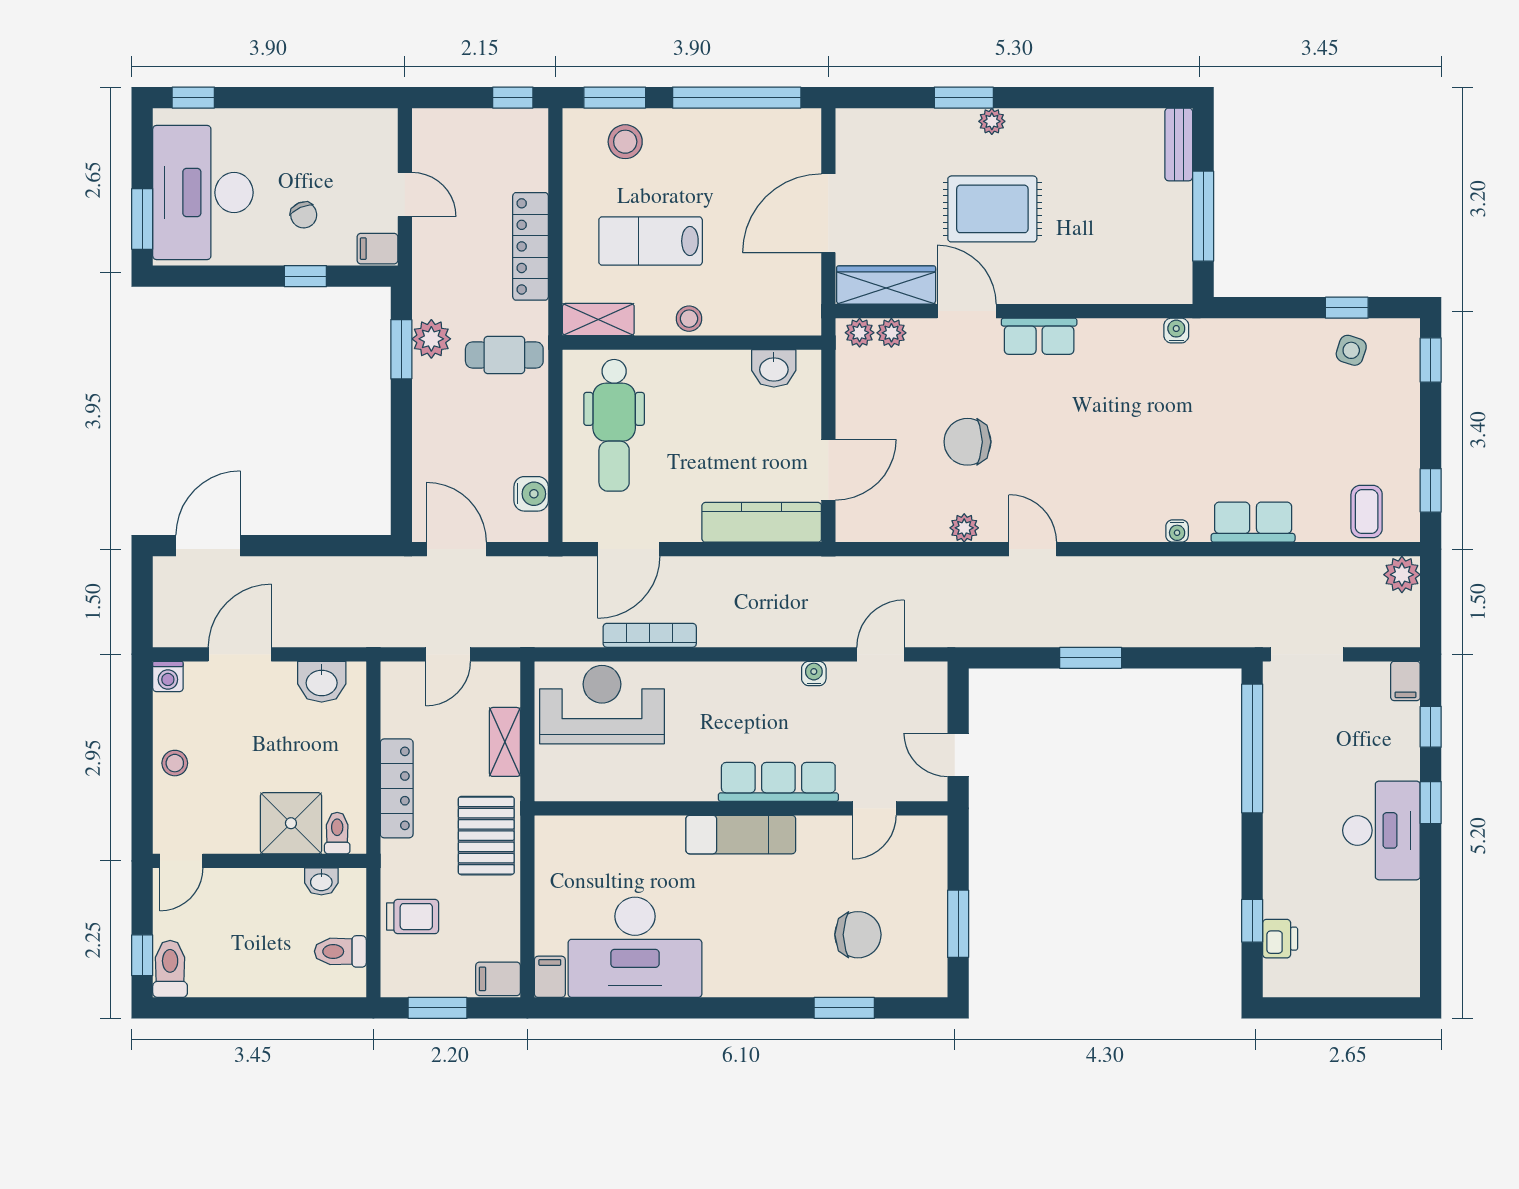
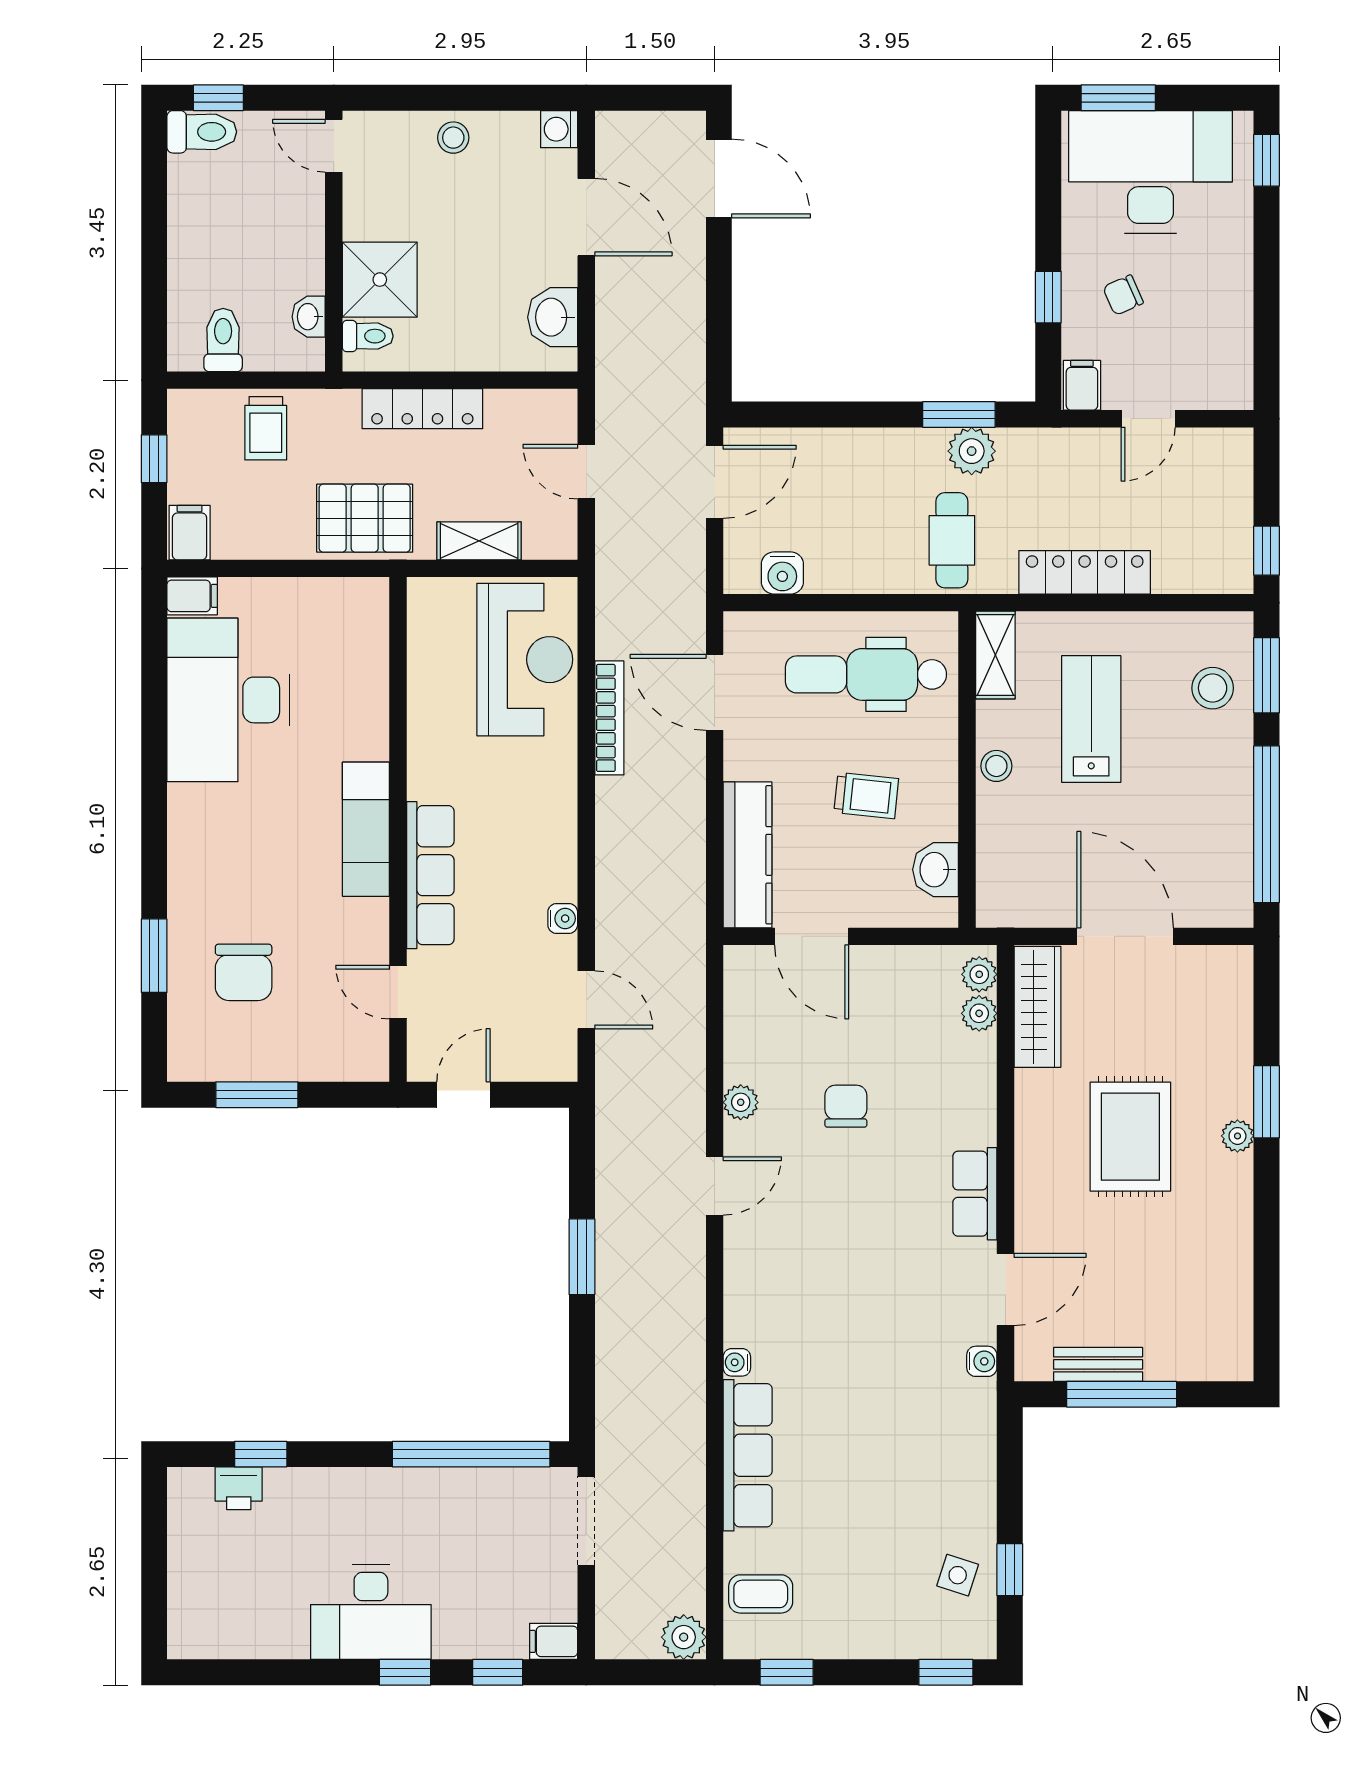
bench: (1179, 144) -> (1098, 1364), moved
door: (967, 311) -> (1006, 1290), moved
trolley: (713, 425) -> (866, 795), added
chair: (967, 442) -> (846, 1106), width x0.73, depth x0.73
row of seats: (1253, 522) -> (748, 1455), width x1.48
window: (438, 1008) -> (154, 459), width x0.67

